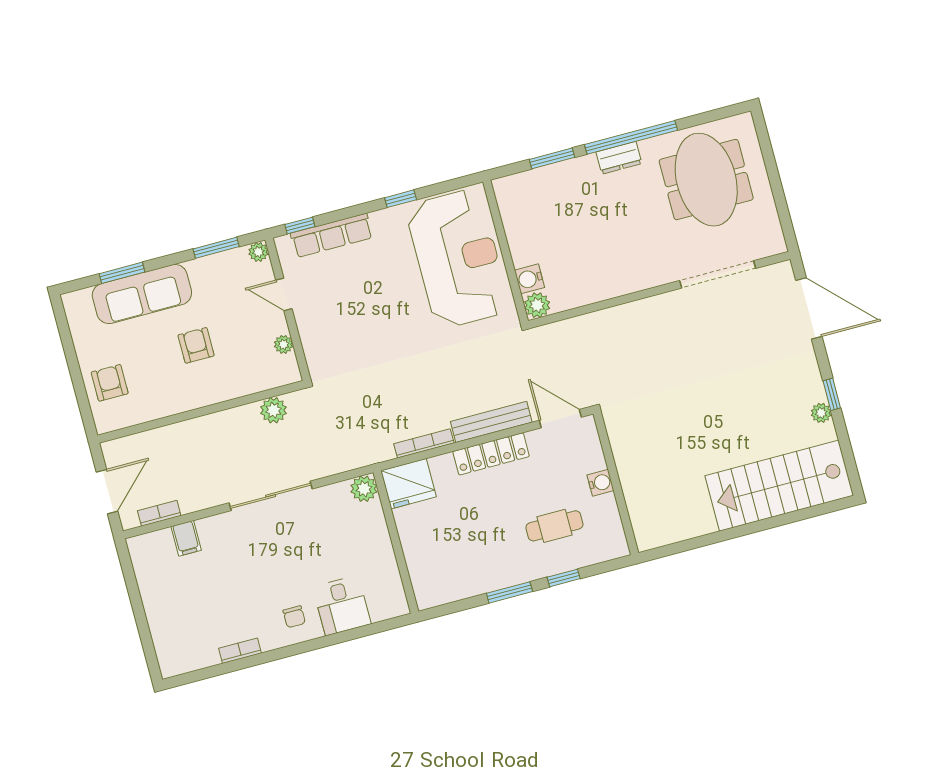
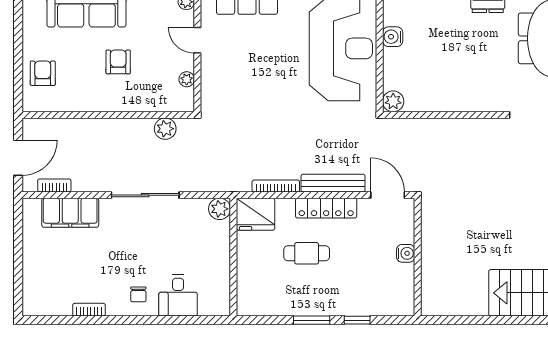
water cooler: (529, 279) -> (393, 37), moved
cafe table: (554, 526) -> (307, 253), moved
filing cabinet: (186, 538) -> (70, 213), width x3.00, depth x1.17

